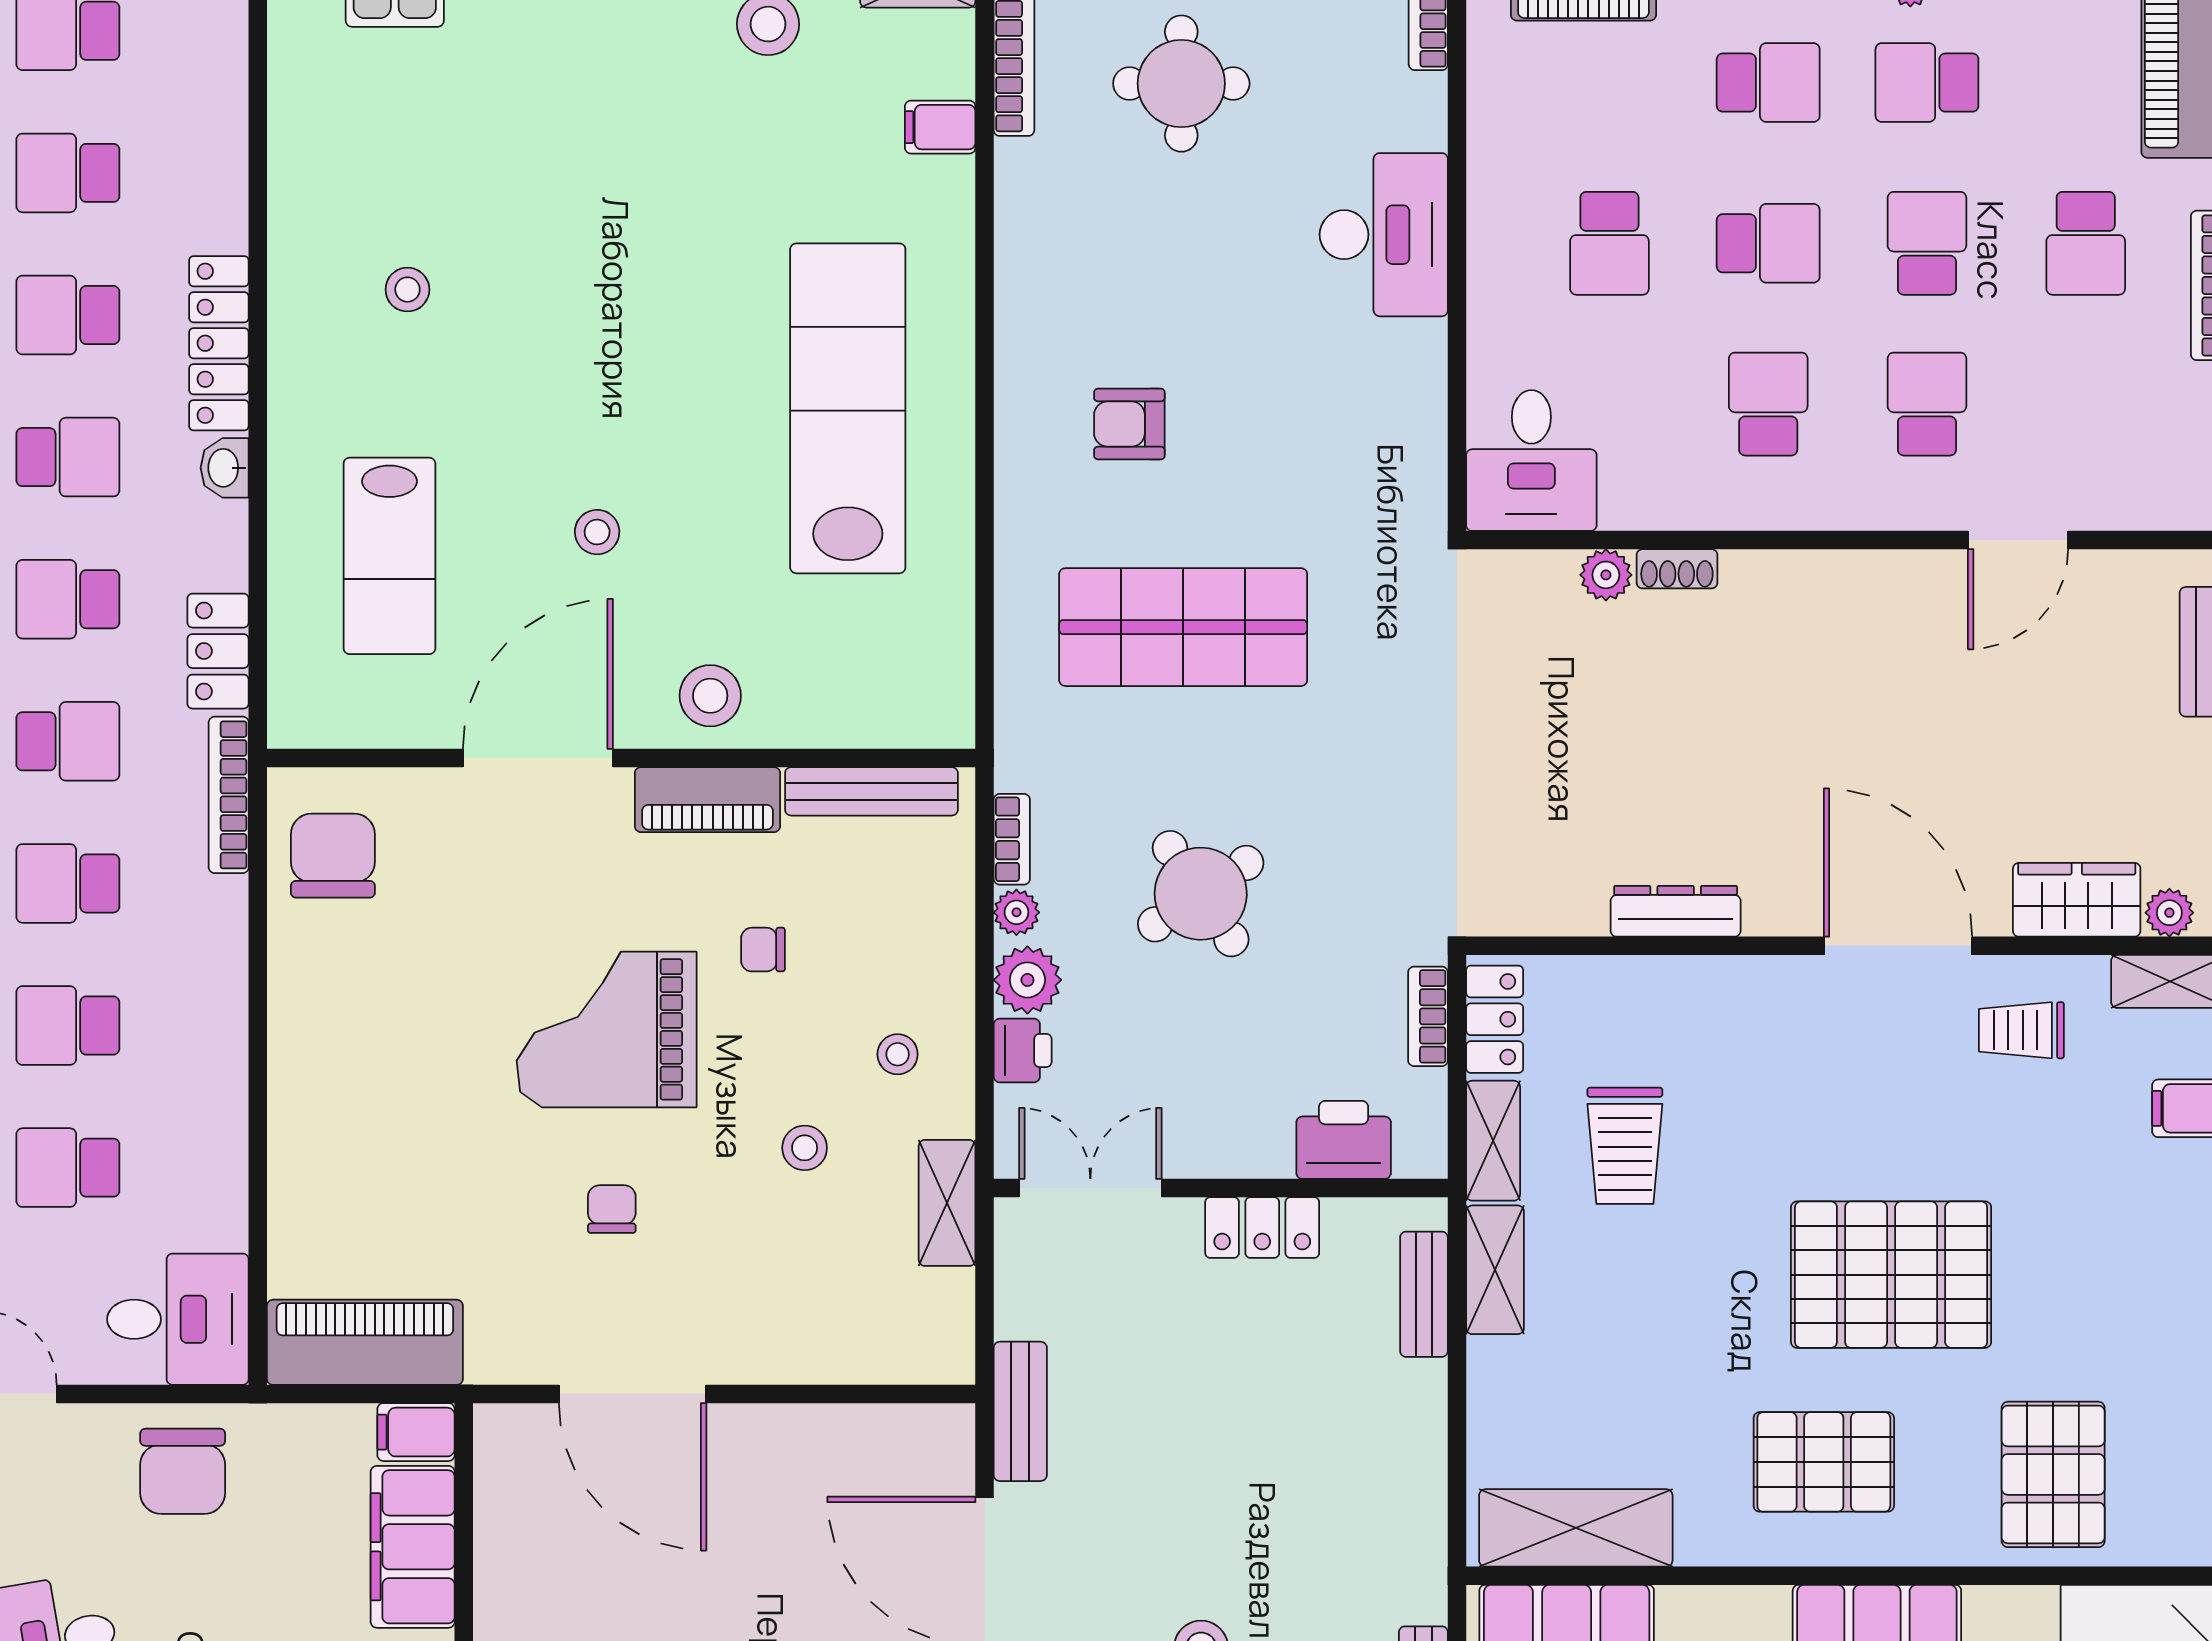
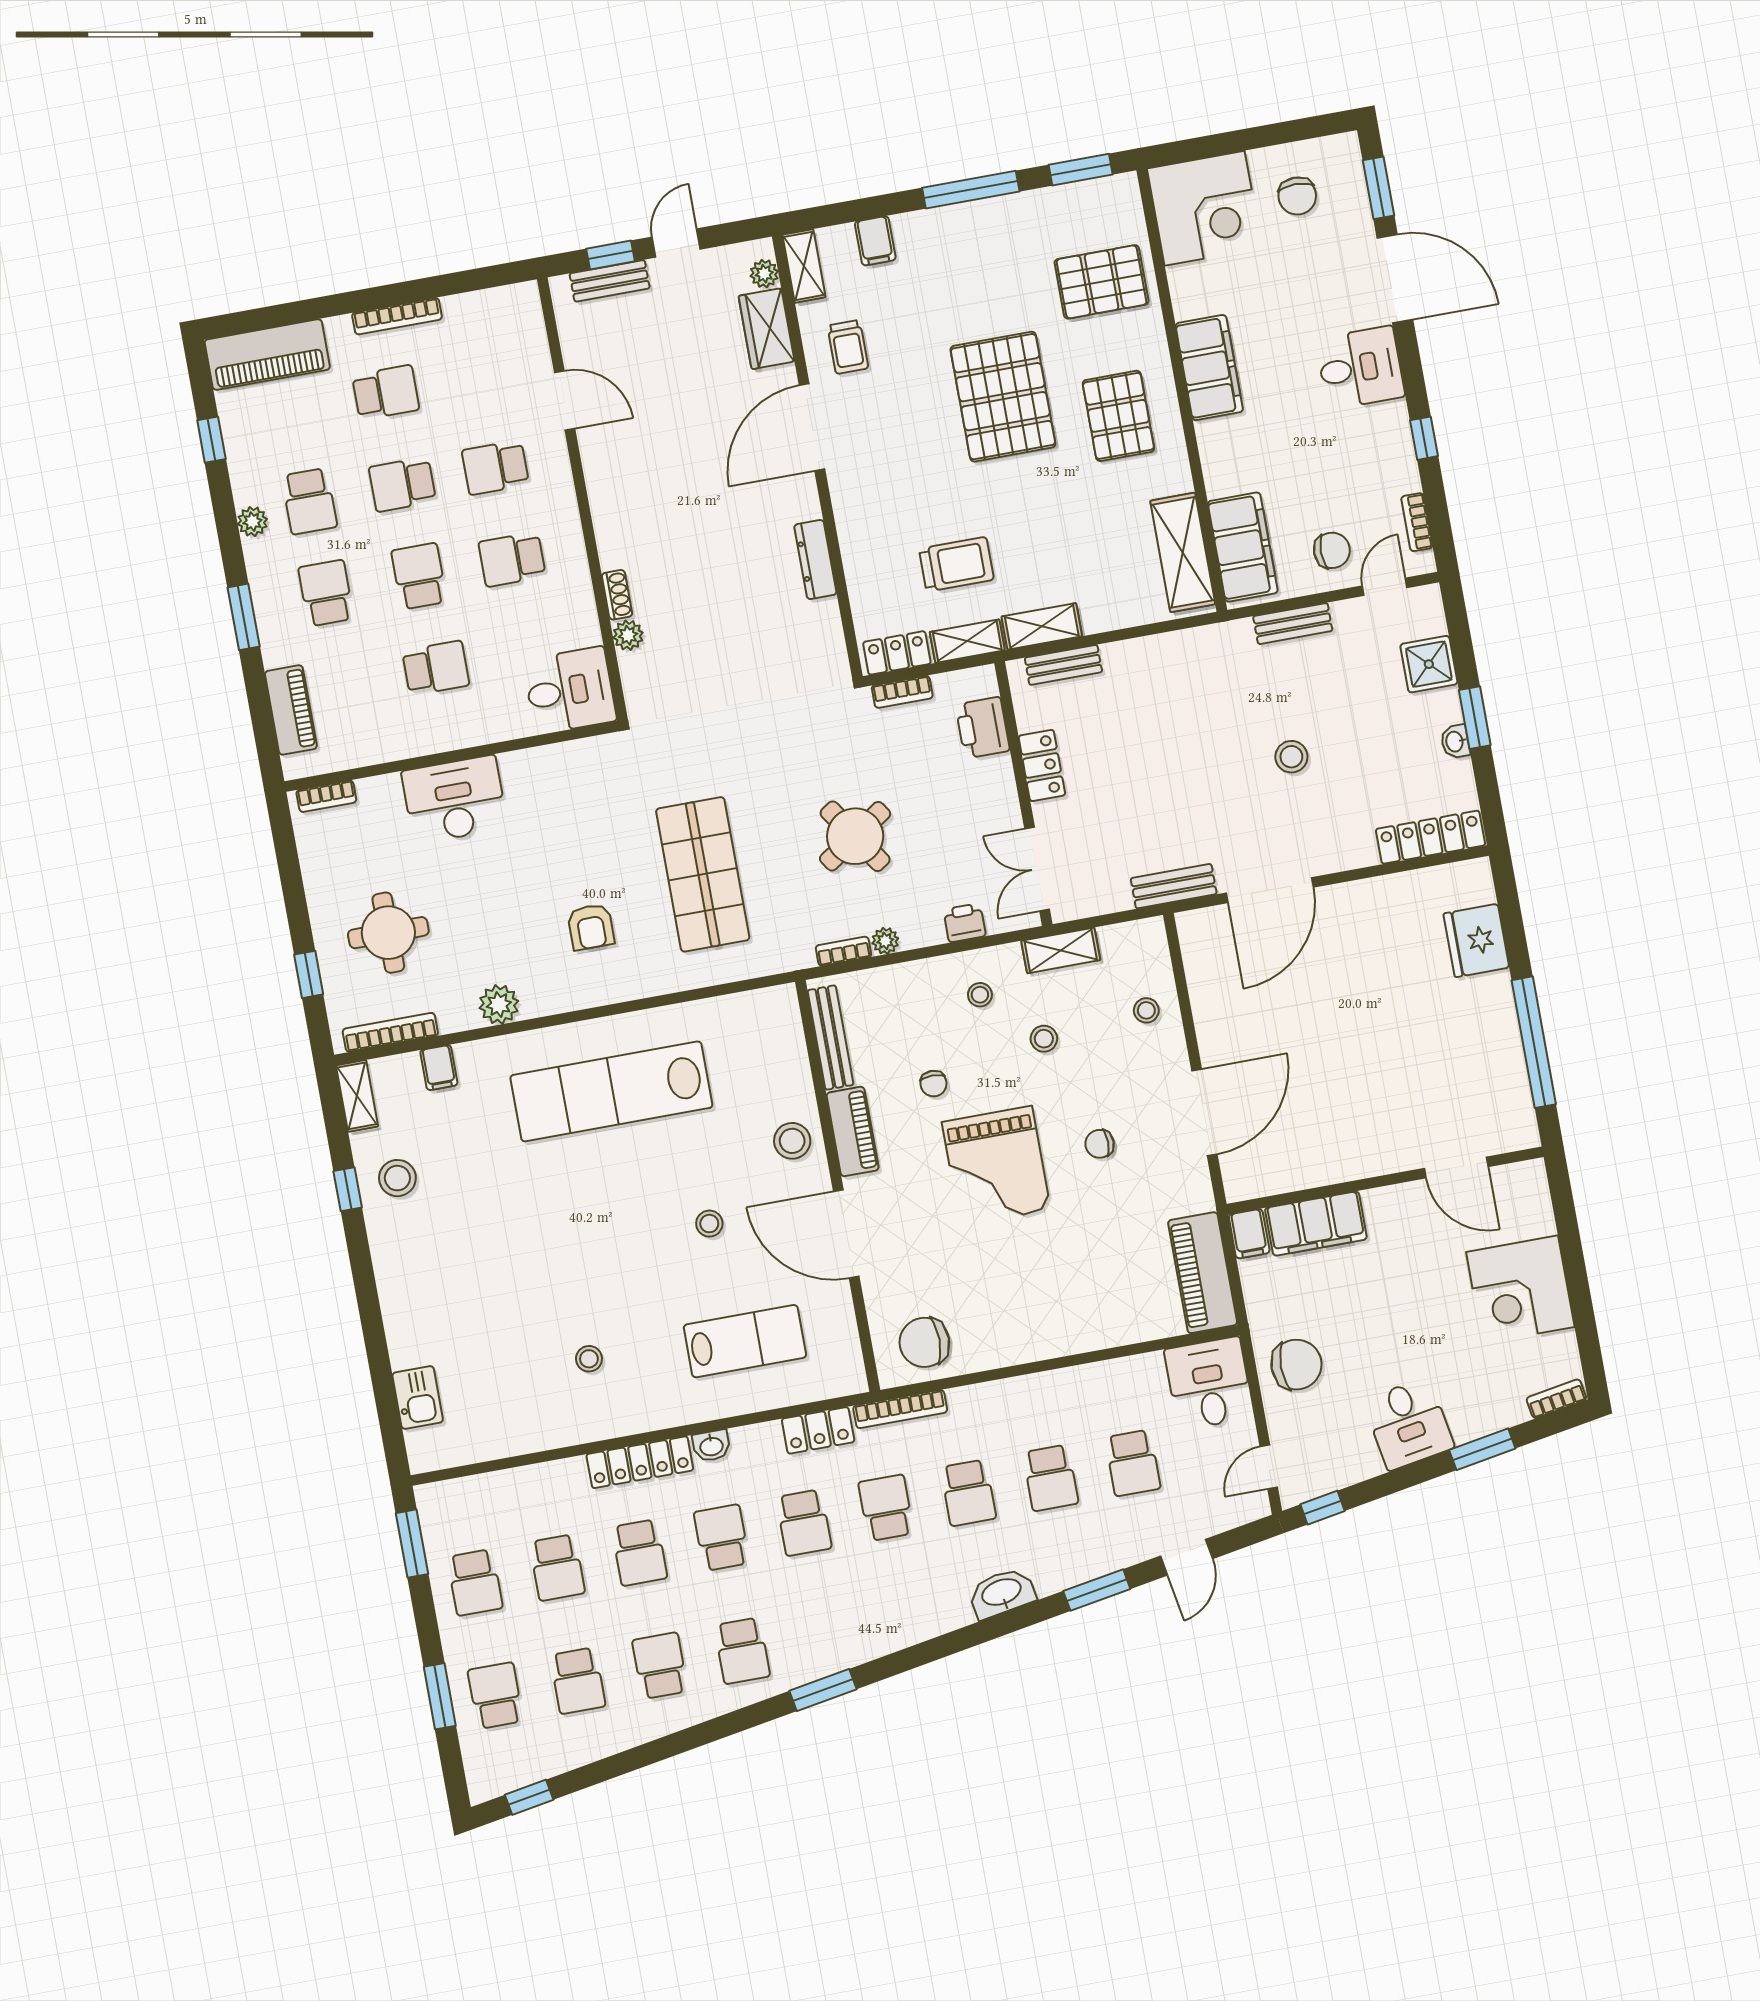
plant: (1027, 980) -> (499, 1005), moved
stool: (821, 1328) -> (1146, 1010), added

